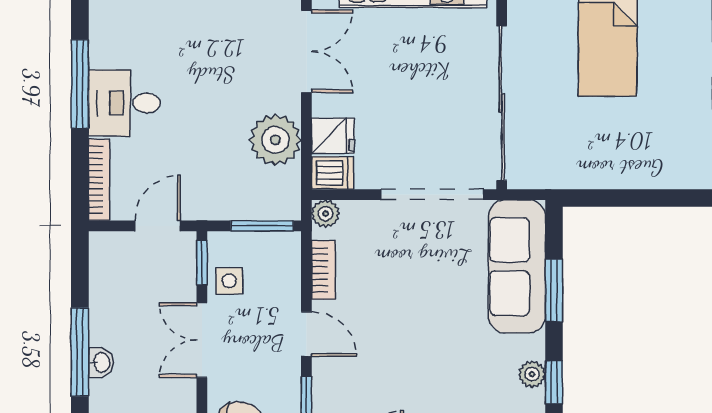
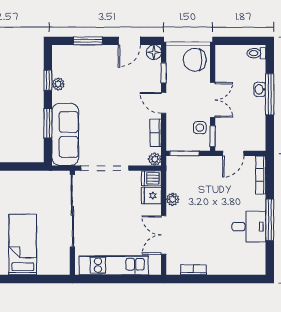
desk: (124, 103) -> (249, 227), moved
plant: (275, 140) -> (173, 199), width x0.53, depth x0.53

